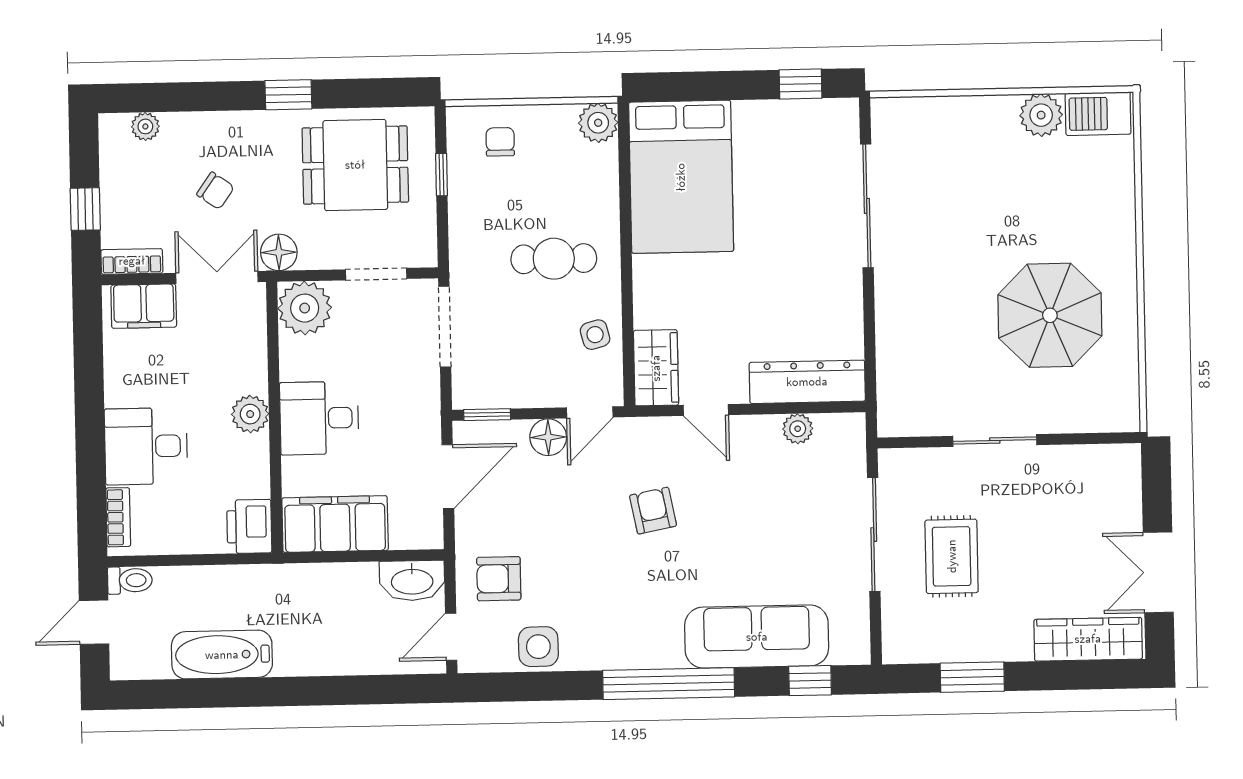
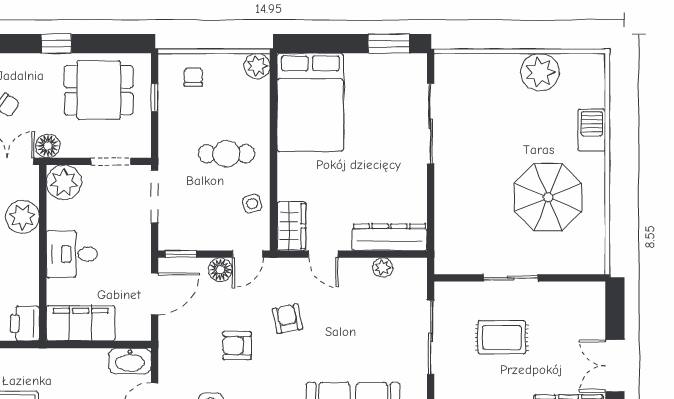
window: (800, 84) -> (389, 44), width x1.50
barbecue: (1098, 114) -> (592, 130), moved, turned 90
plant: (1041, 115) -> (540, 72), width x1.36, depth x1.36
plant: (250, 414) -> (22, 217), moved, width x1.36, depth x1.36
rug: (952, 556) -> (502, 337), moved, turned 90
armchair: (499, 579) -> (237, 346), moved

